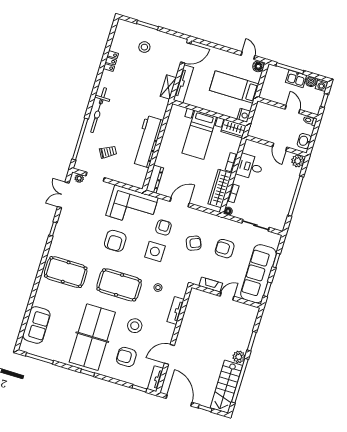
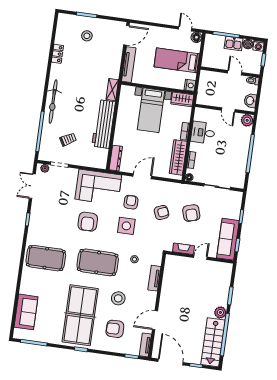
shelving: (168, 87) -> (112, 90), moved
armchair: (225, 249) -> (191, 213), turned -107
sofa: (258, 274) -> (228, 239), width x0.74, depth x0.79

